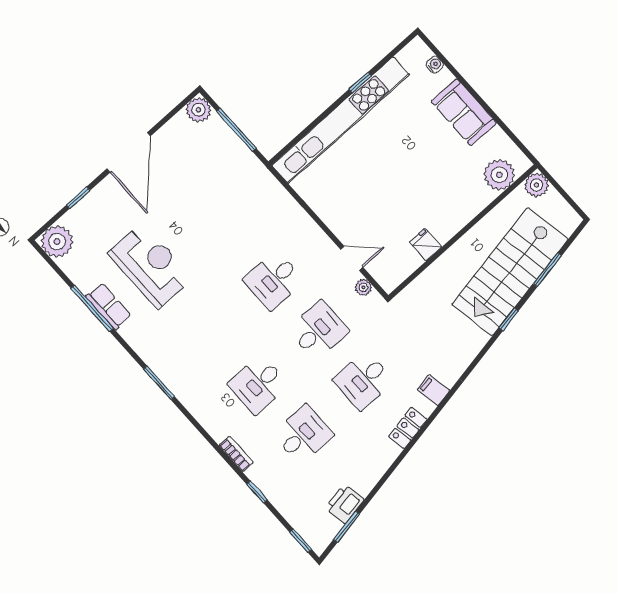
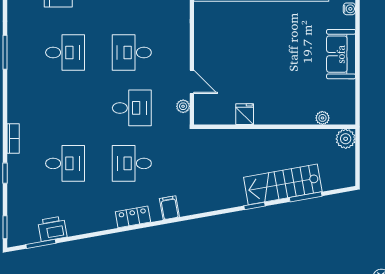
plant: (499, 175) -> (322, 118), width x0.53, depth x0.53
stairs: (510, 272) -> (283, 184), width x0.73, depth x0.66
desk: (258, 384) -> (65, 53), moved, turned 180

